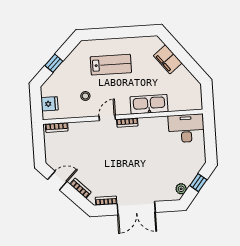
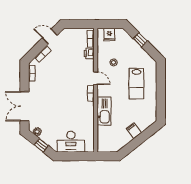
filing cabinet: (168, 59) -> (134, 131), width x0.50
printer: (76, 128) -> (89, 54), added
desk: (186, 128) -> (71, 142), moved, turned 90
door: (57, 181) -> (50, 37), swing flipped
double door: (136, 208) -> (25, 106), moved

